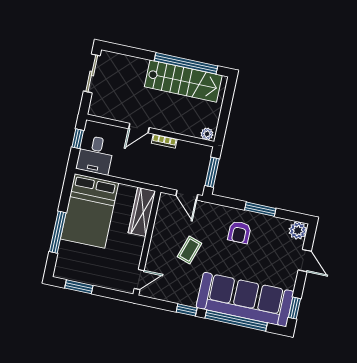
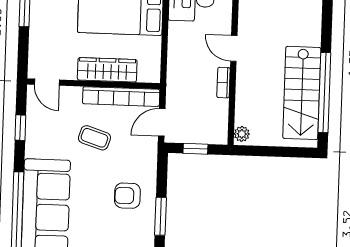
window: (212, 172) -> (195, 149), width x0.67
wardrobe: (142, 212) -> (107, 70), moved
bookcase: (161, 223) -> (121, 97), added
window: (187, 310) -> (20, 128), moved

